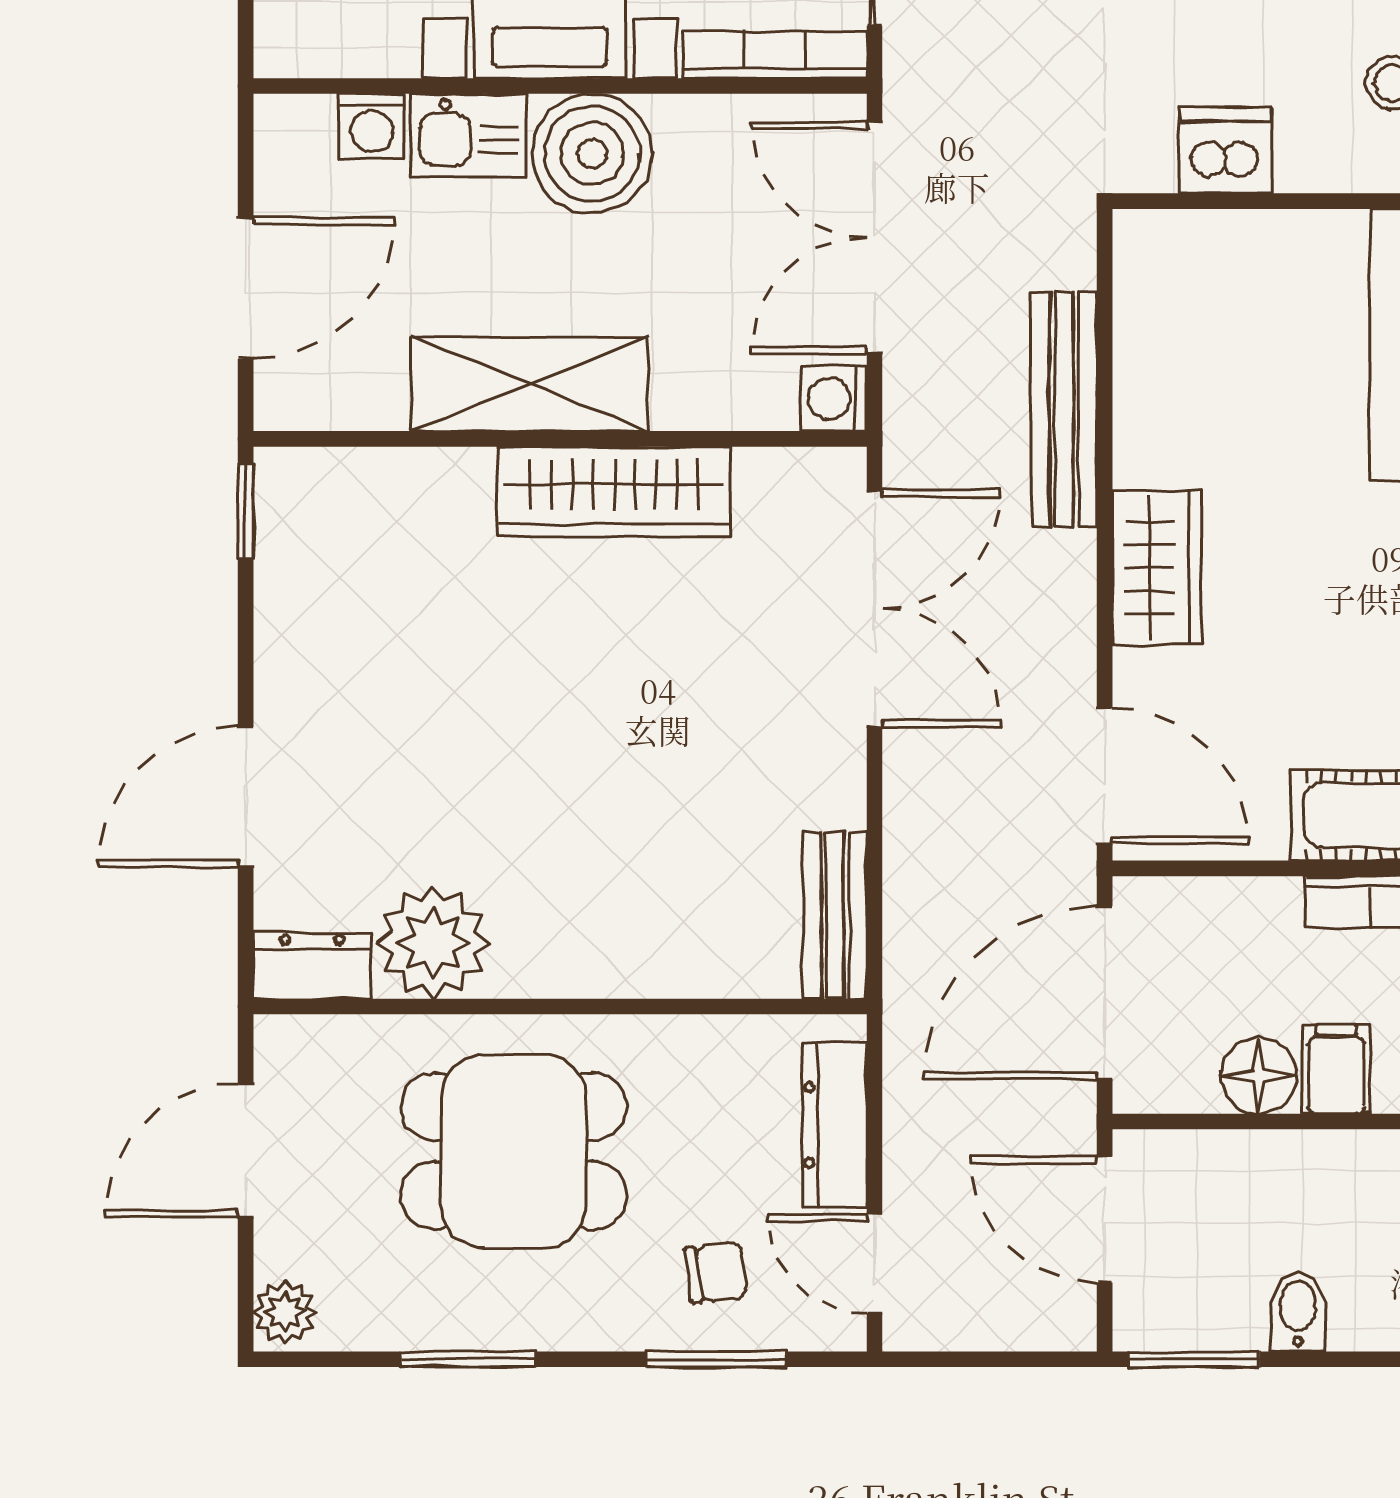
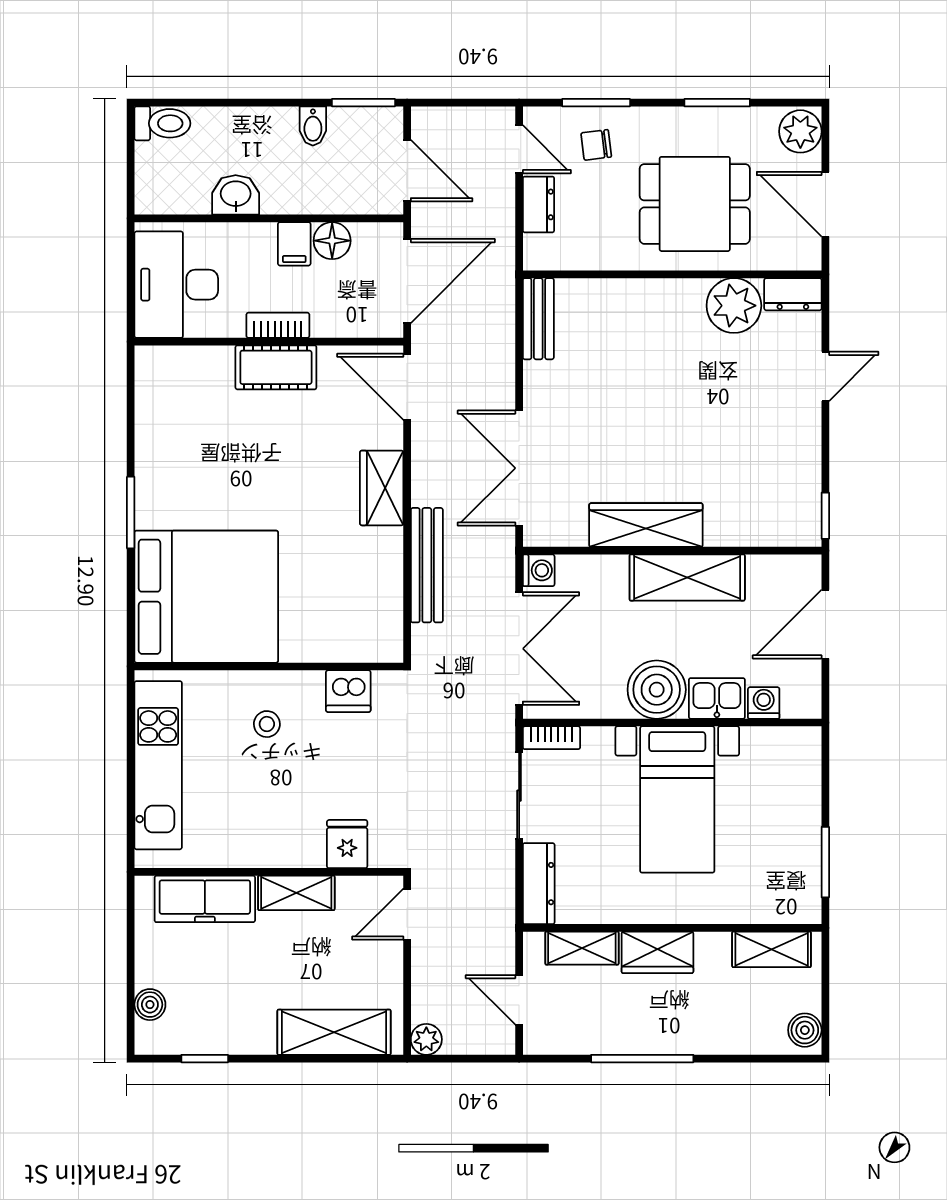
bookcase: (775, 55) -> (551, 738), width x0.64
door: (246, 797) -> (825, 376), width x0.73
dresser: (835, 1125) -> (538, 204), width x0.70
door: (246, 1151) -> (825, 204), swing flipped
plant: (285, 1312) -> (800, 131), width x1.38, depth x1.38

